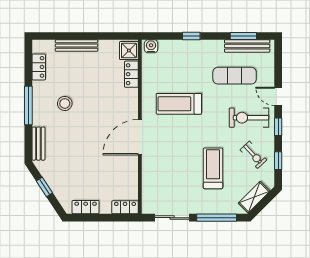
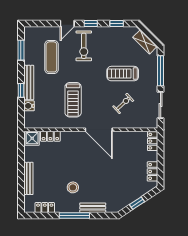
water cooler: (151, 46) -> (29, 106), moved
bench: (247, 46) -> (29, 82), moved
bench: (38, 144) -> (93, 208), moved
exercise bike: (253, 155) -> (123, 103), moved

